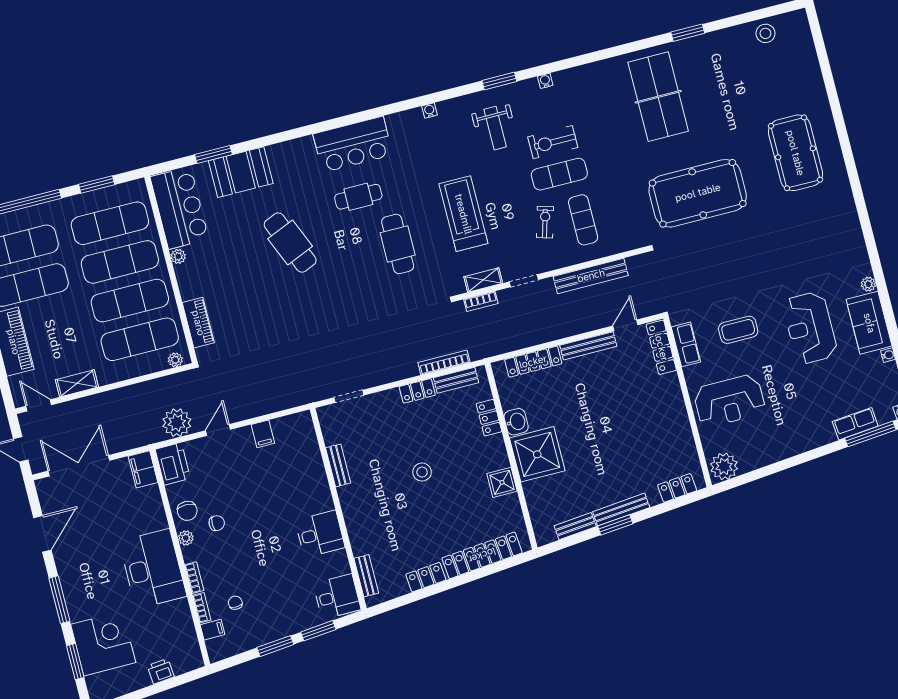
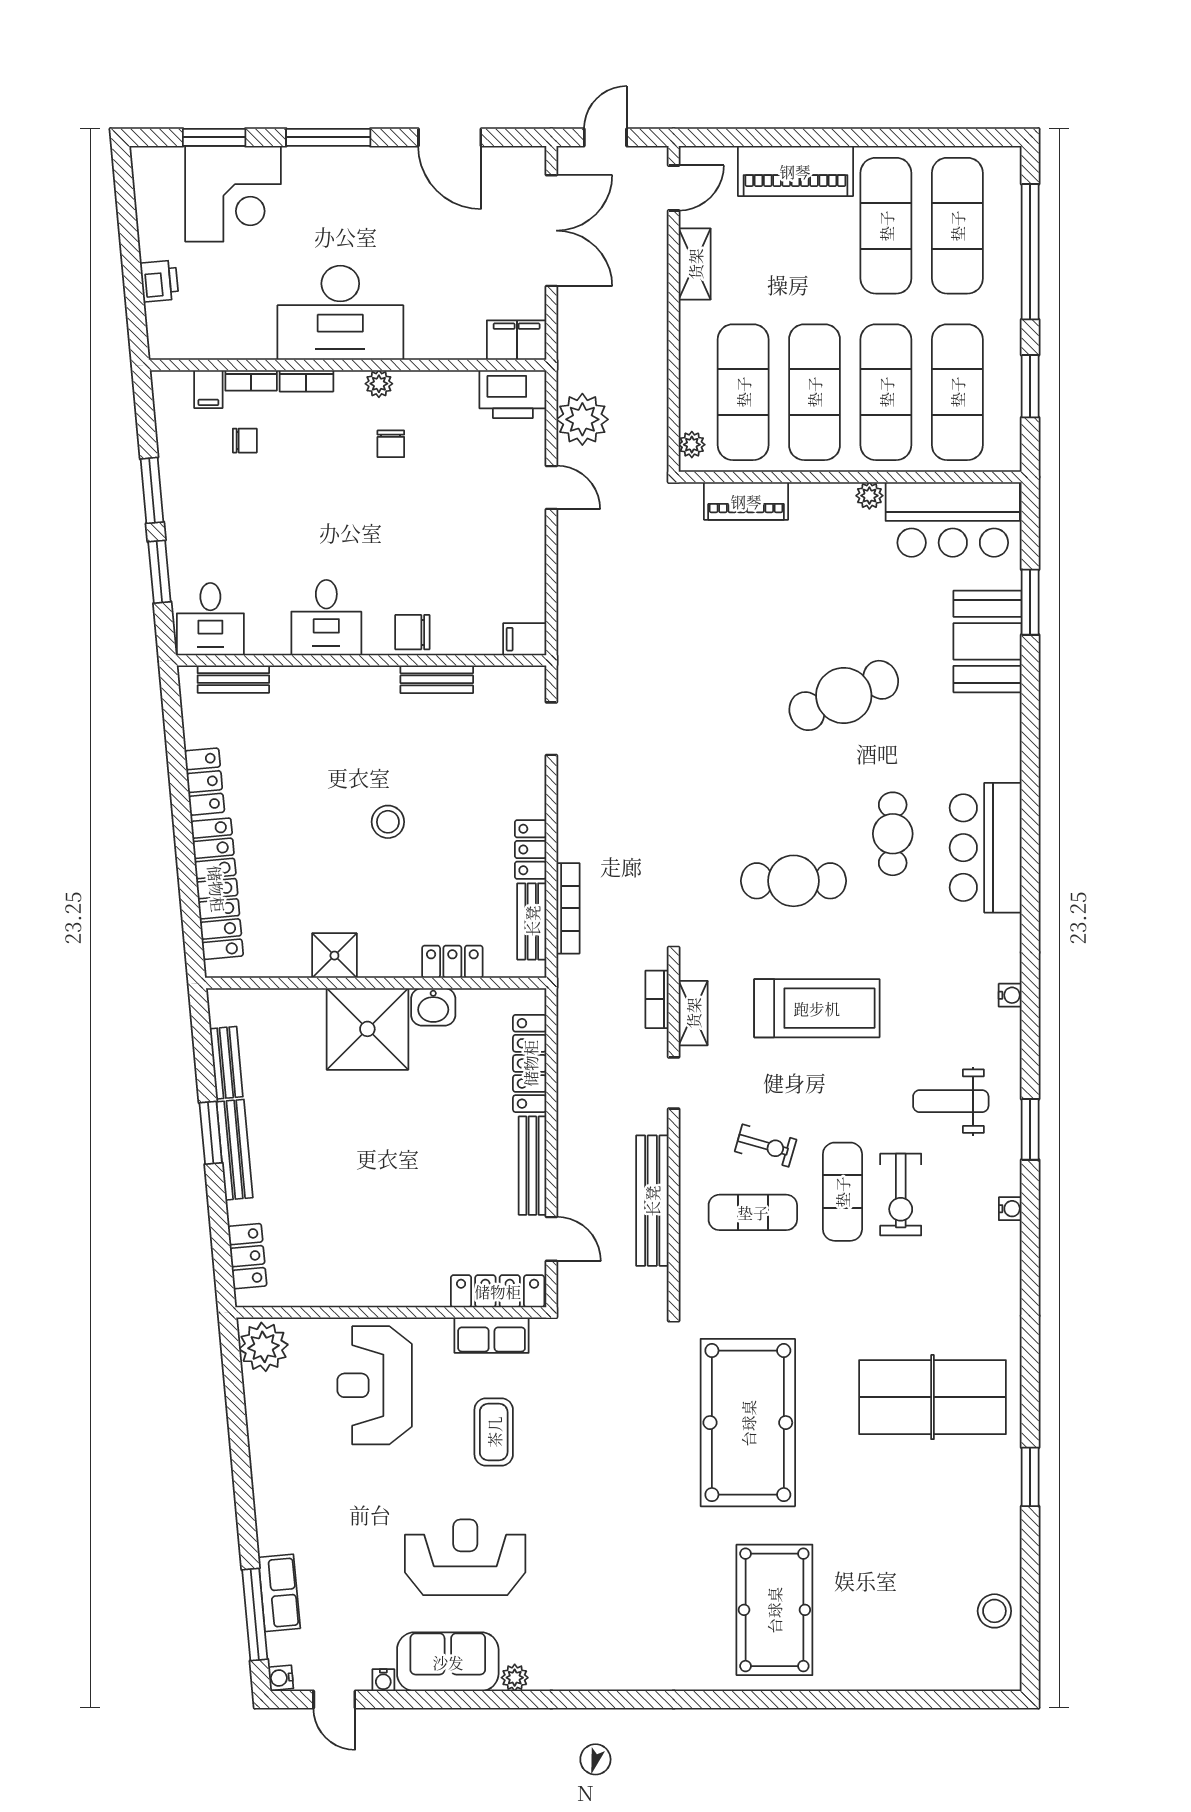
exercise bike: (553, 142) -> (901, 1194), turned 180
pool table: (795, 153) -> (774, 1610), turned 90
filing cabinet: (263, 434) -> (525, 639), moved
chair: (187, 511) -> (412, 632), moved

